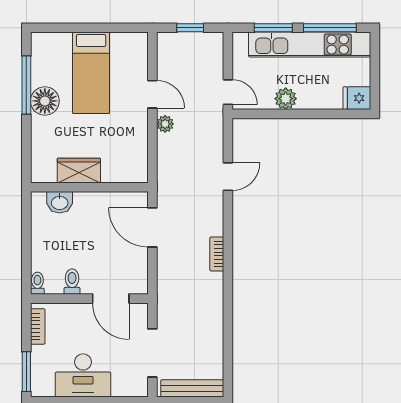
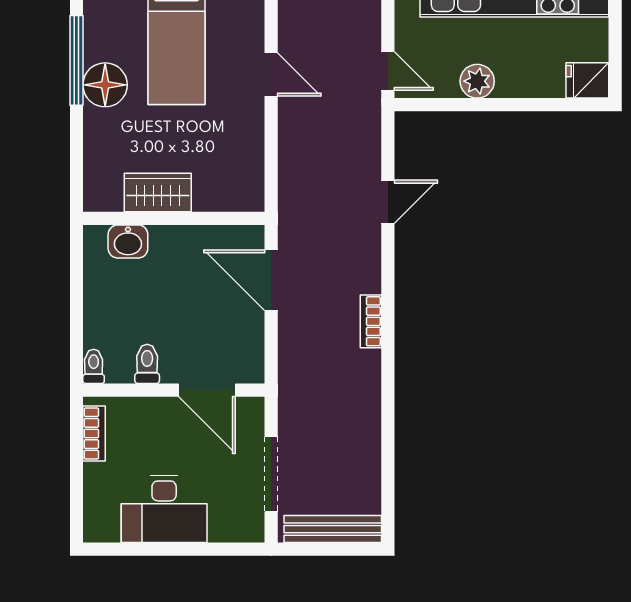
plant: (165, 124) -> (291, 120), removed
window: (26, 372) -> (77, 503), removed

